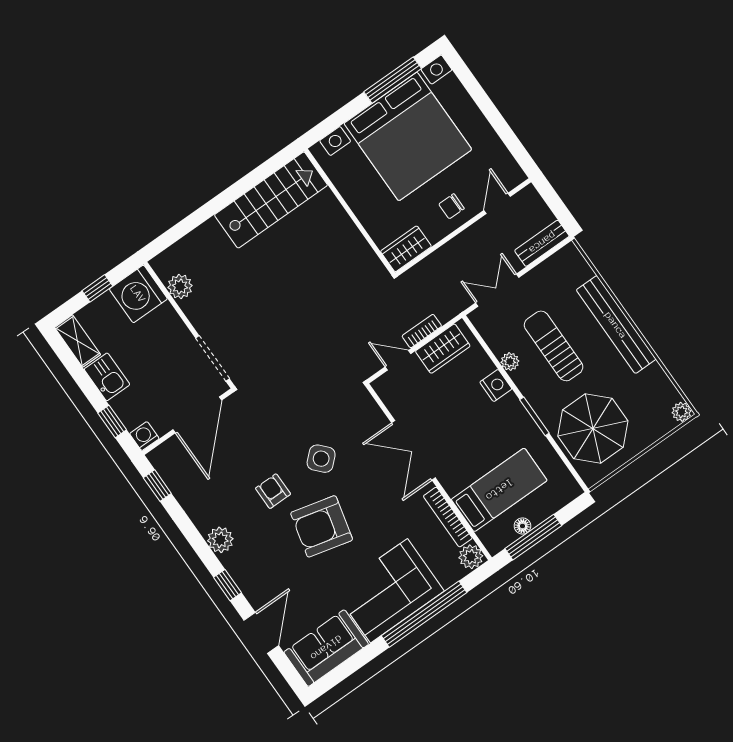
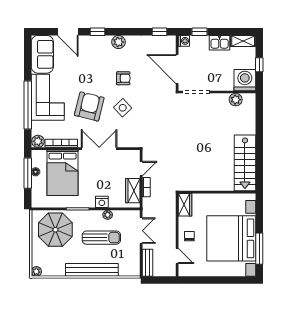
bed: (499, 490) -> (63, 173), width x1.50
armchair: (322, 526) -> (89, 106), moved

